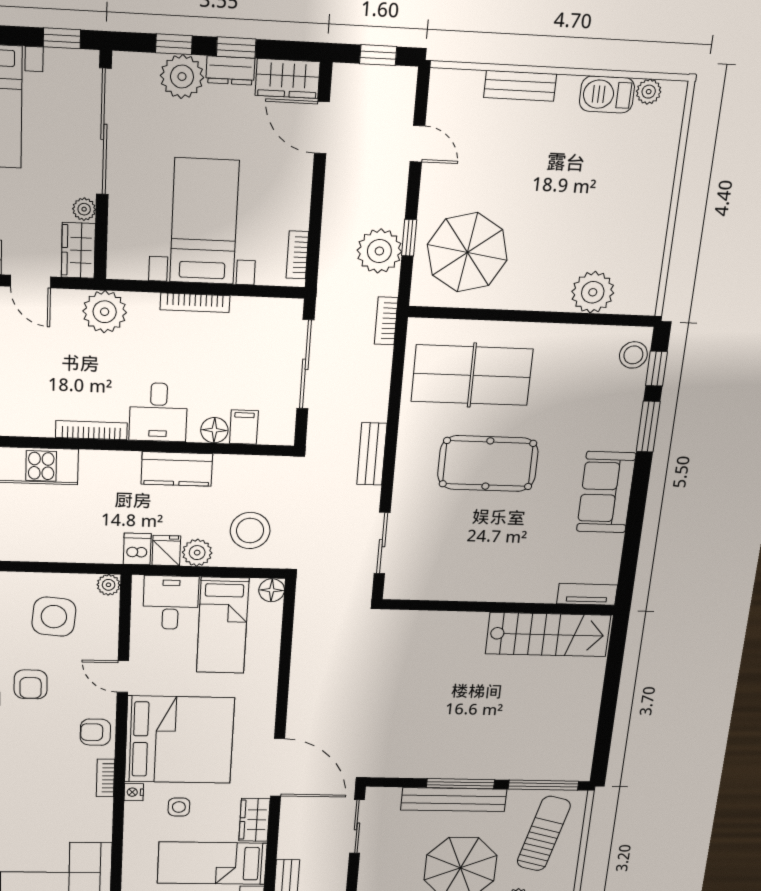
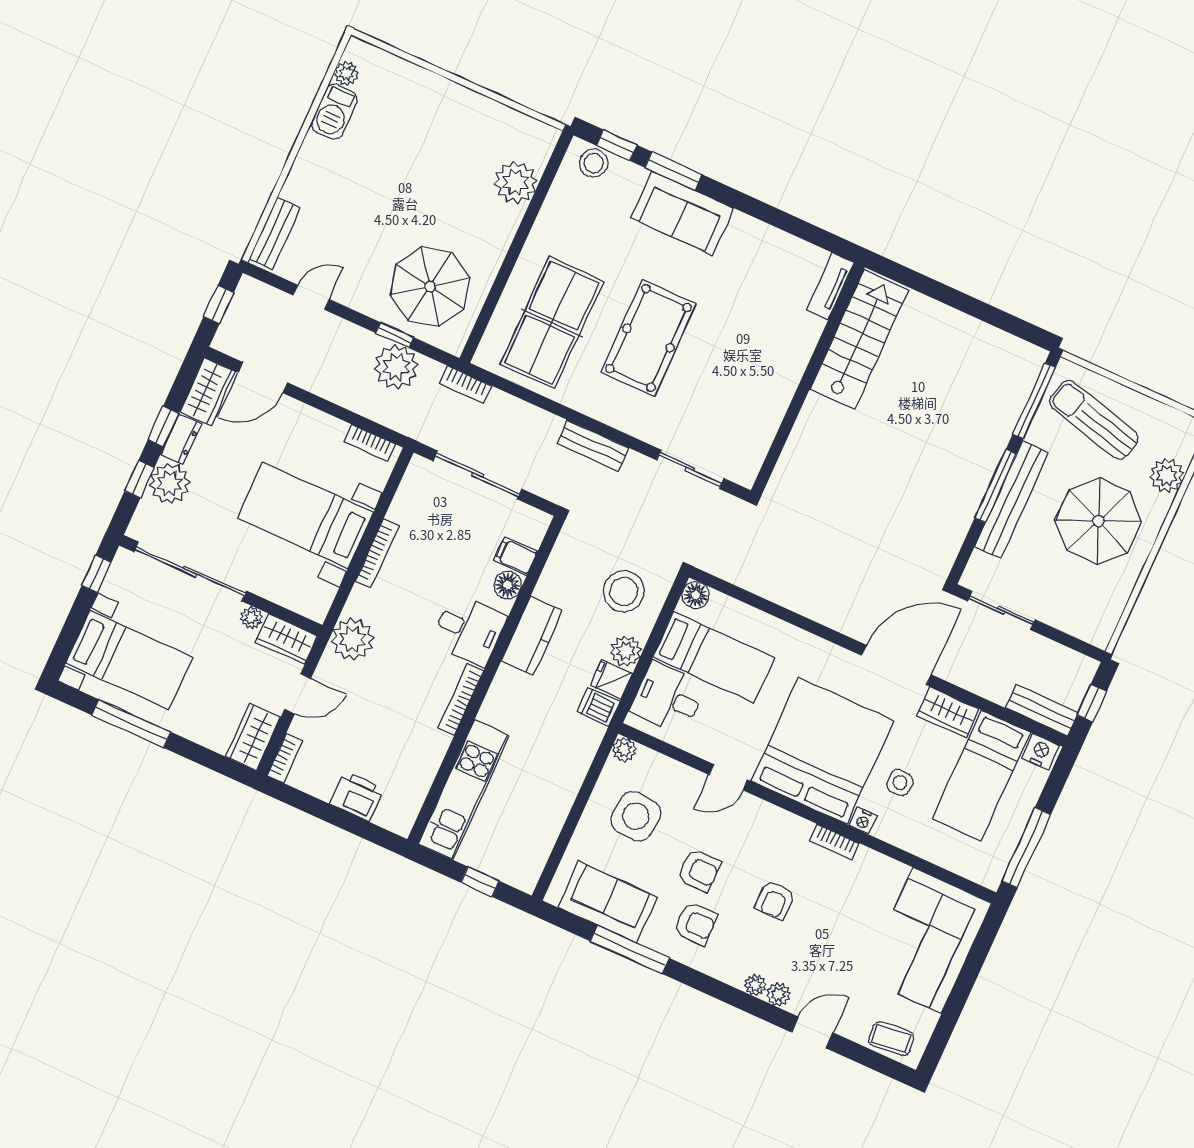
bench: (520, 86) -> (275, 233), moved
sofa: (606, 492) -> (682, 213), moved
armchair: (95, 732) -> (775, 900), moved

